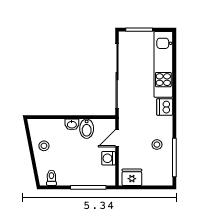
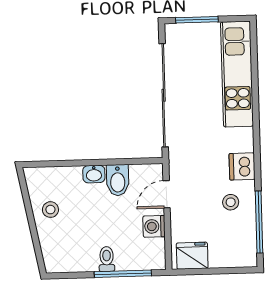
dishwasher: (165, 107) -> (242, 166), moved
toilet: (51, 178) -> (107, 259), moved

